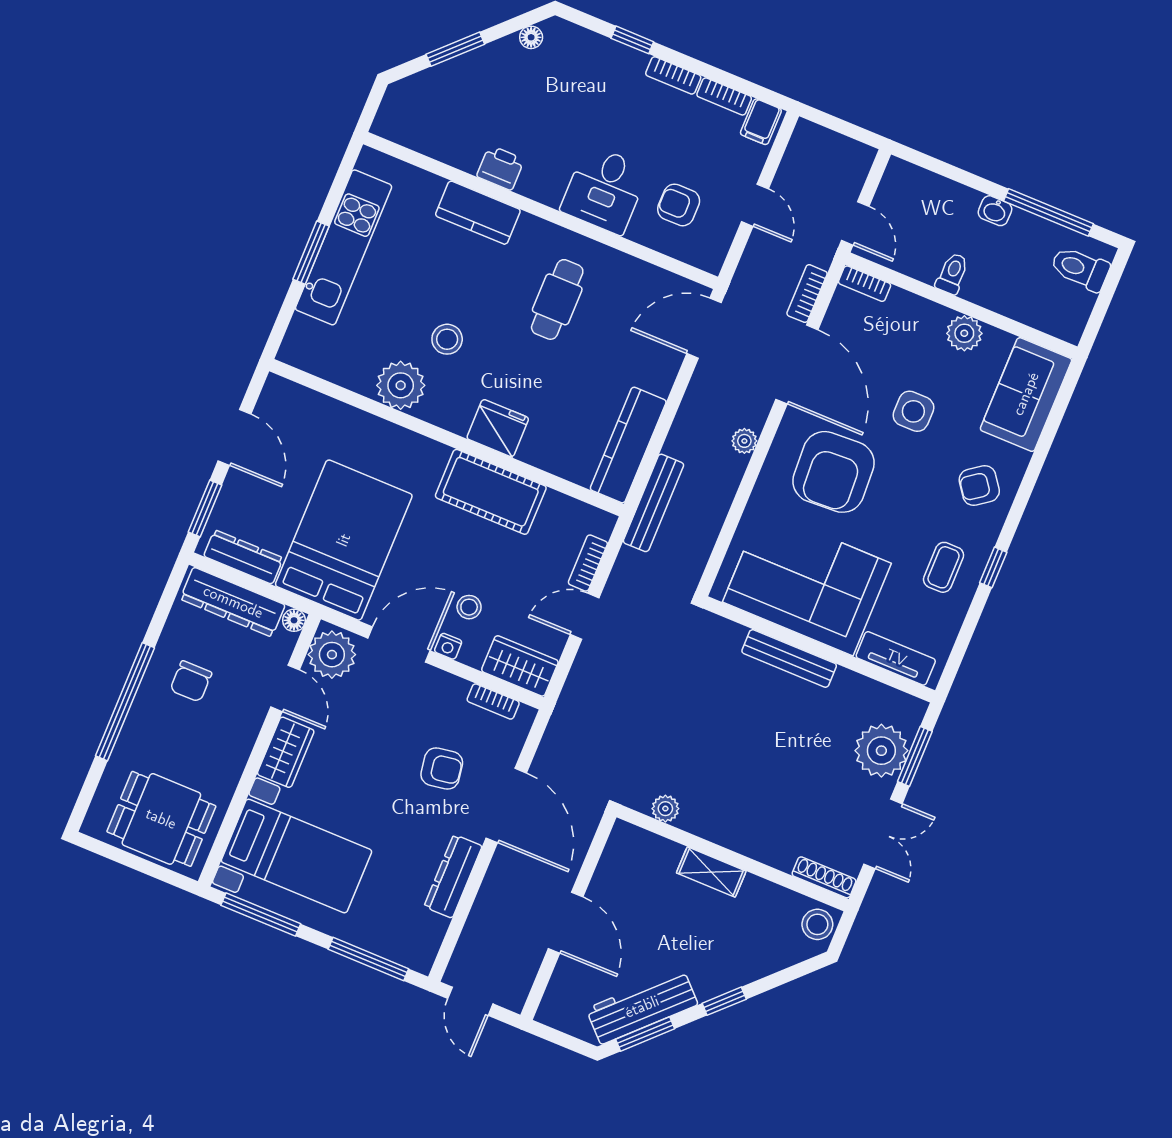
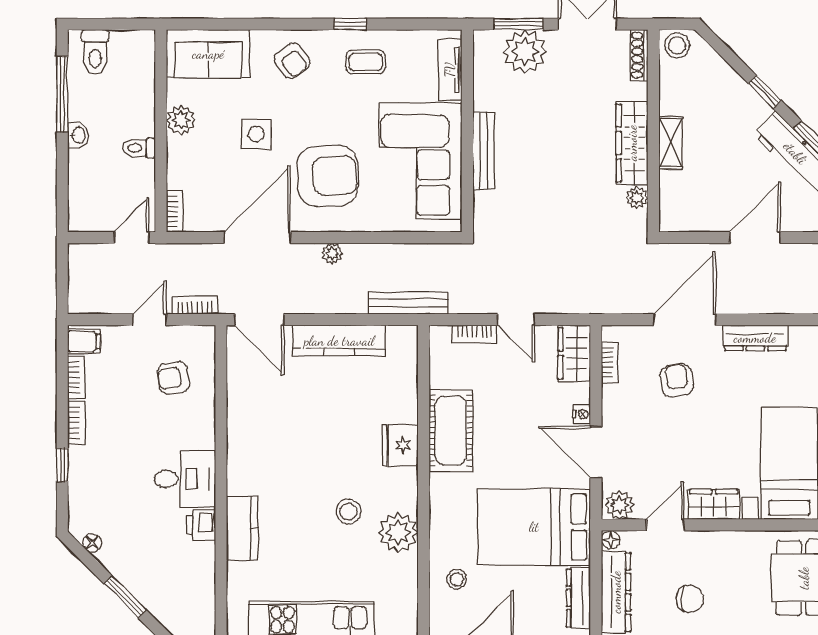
desk: (605, 190) -> (185, 479), moved
armchair: (679, 205) -> (173, 378), turned 81
bookcase: (807, 294) -> (195, 305), moved, turned 180
cafe table: (557, 299) -> (283, 440), removed
kitchen counter: (628, 445) -> (339, 341), moved
stool: (469, 607) -> (457, 579), moved
plant: (332, 655) -> (620, 505), width x0.73, depth x0.73
wardrobe: (729, 828) -> (632, 143), added

